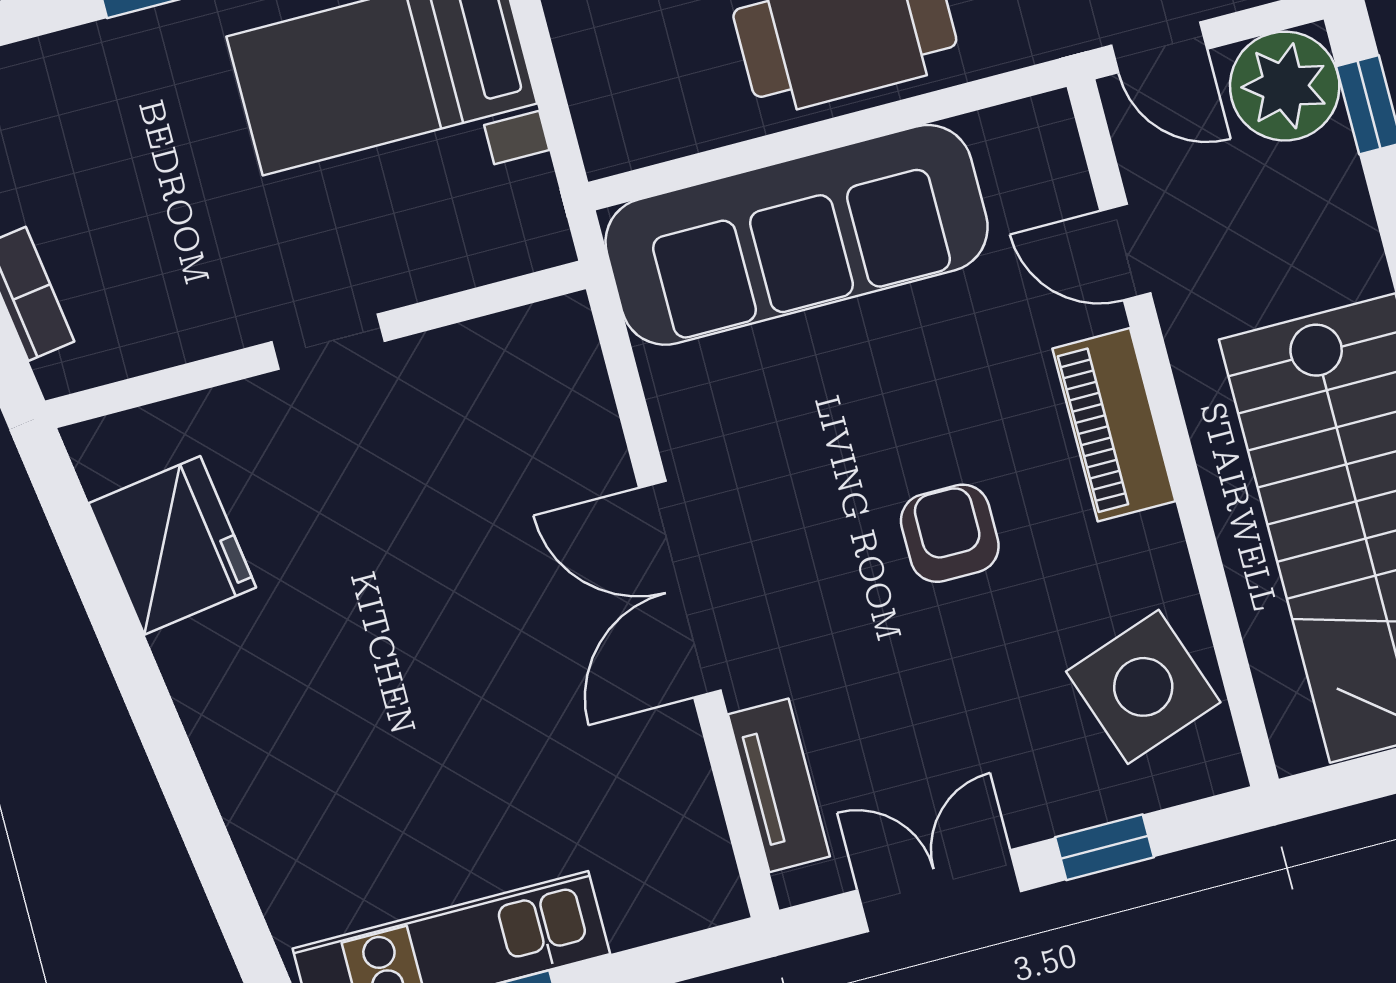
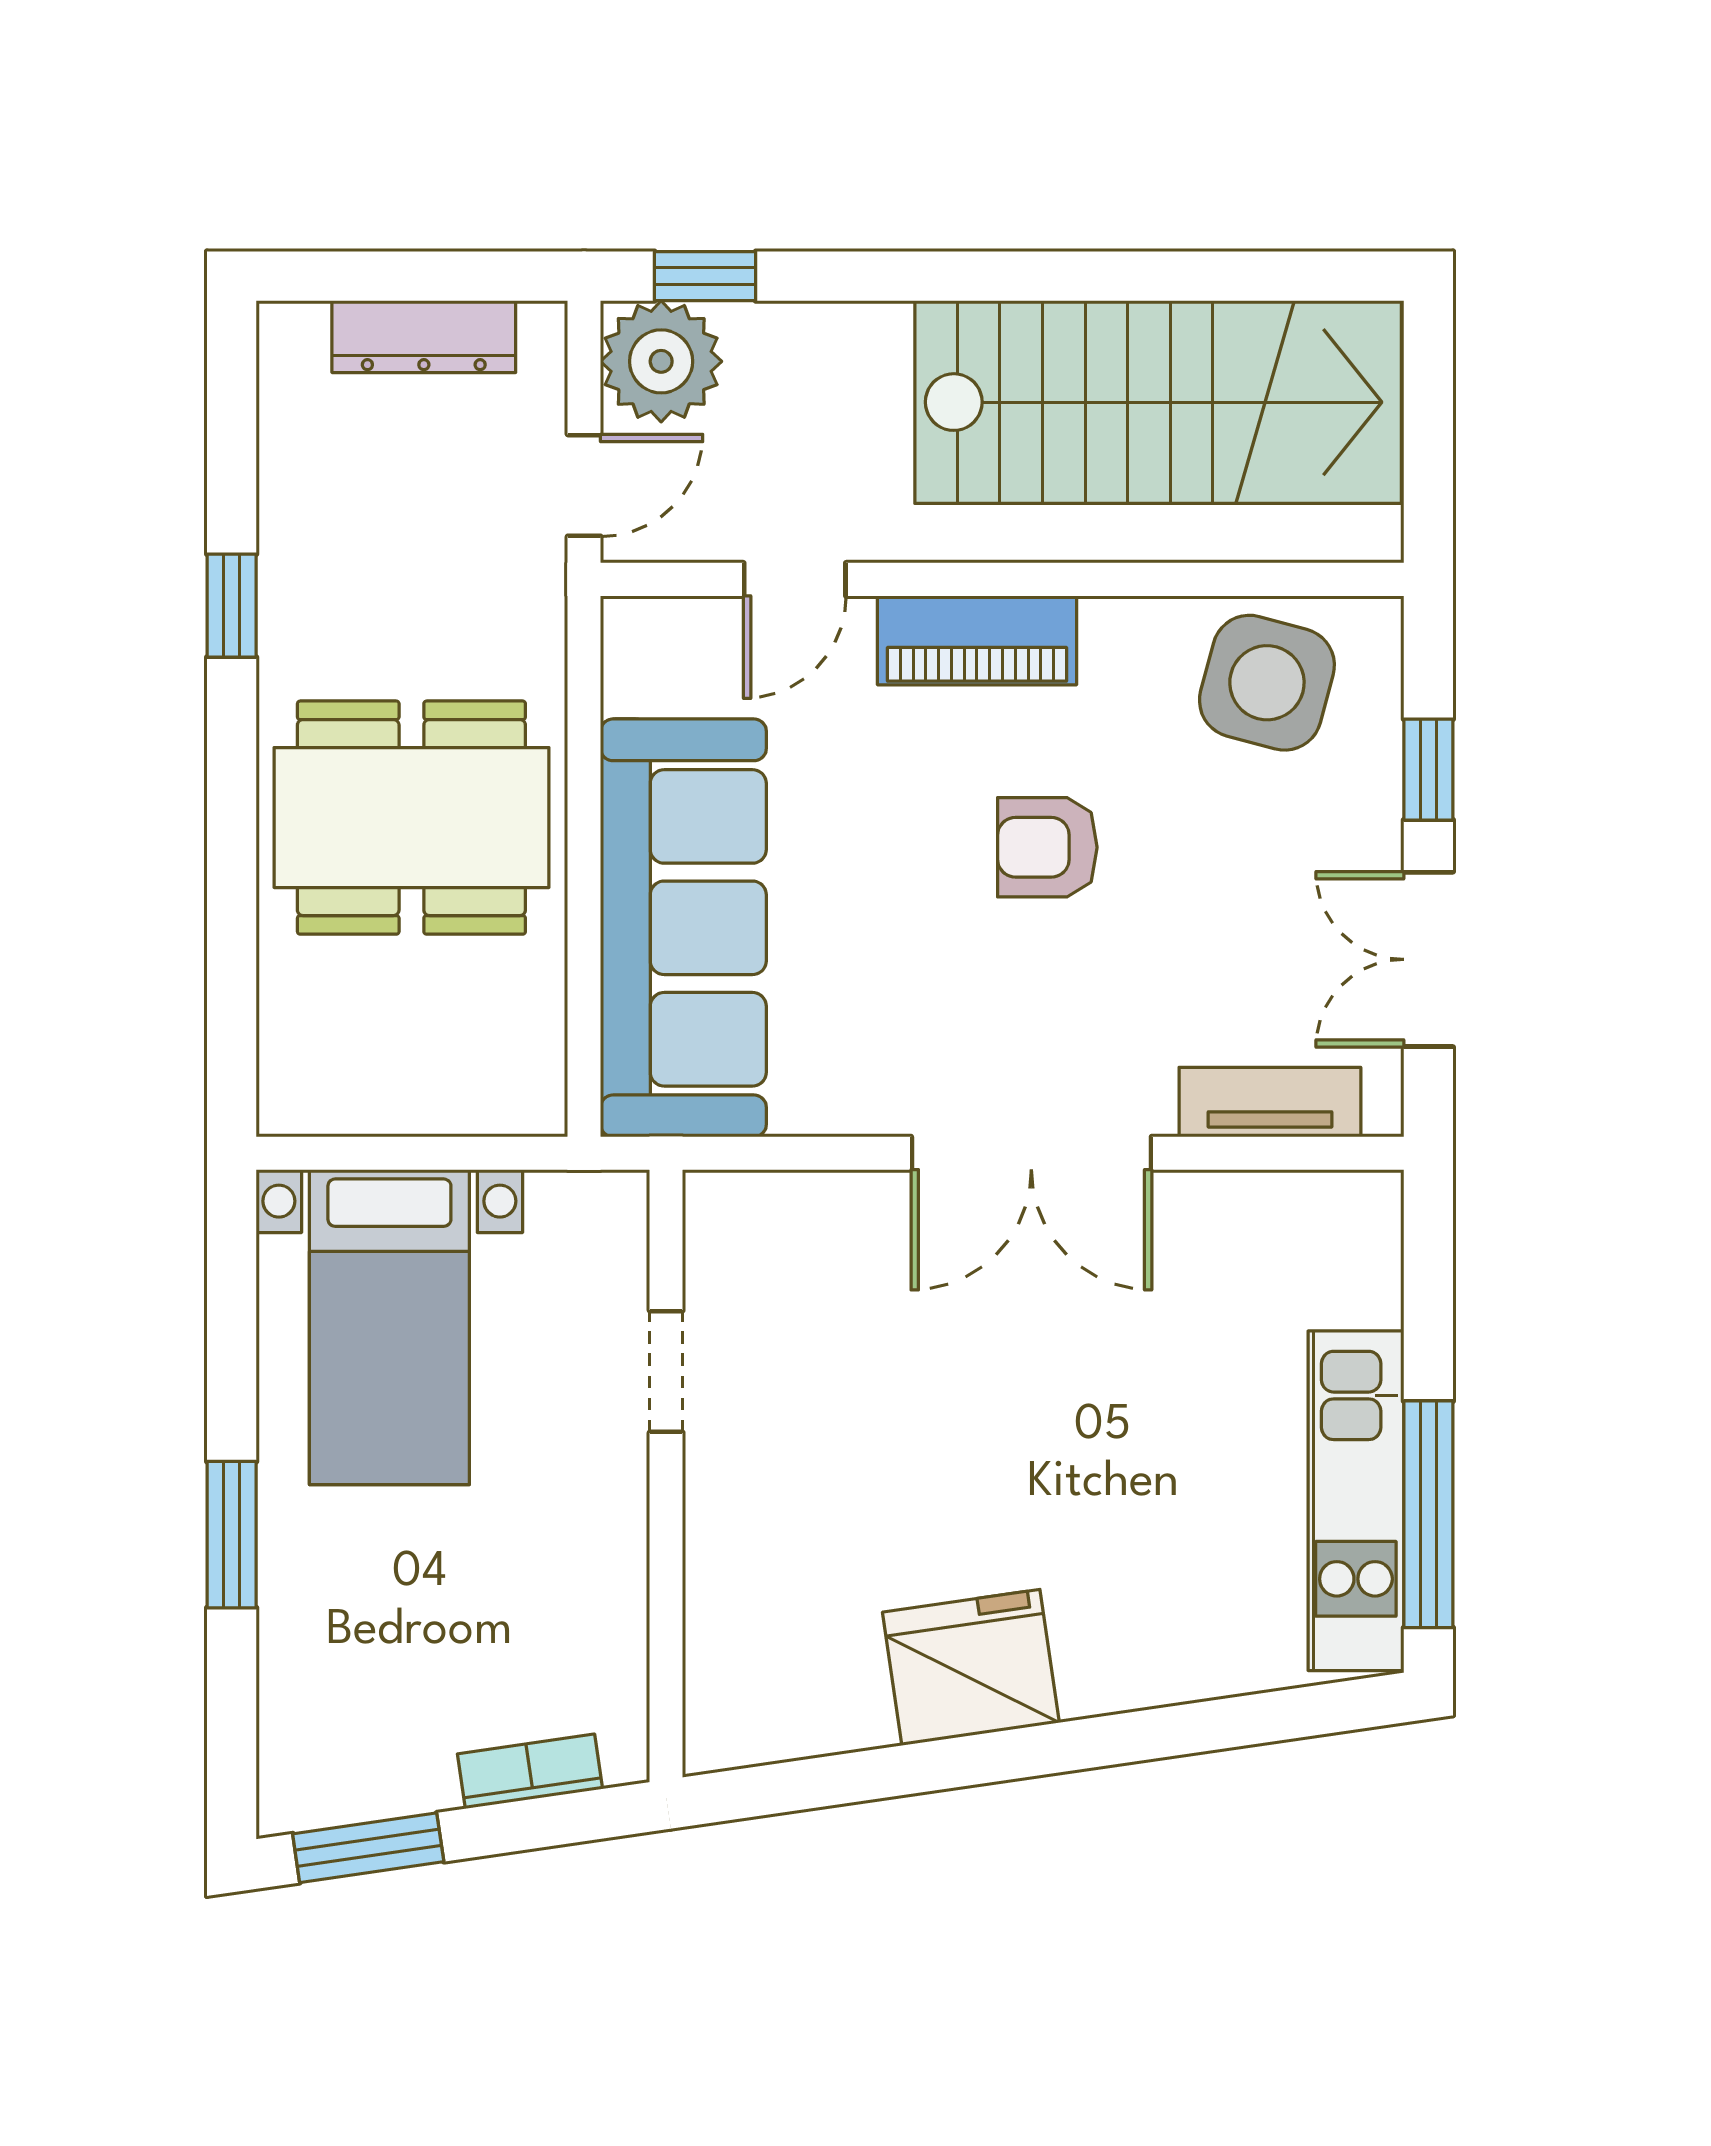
doorway: (328, 342) -> (666, 1371), moved
fridge: (172, 545) -> (971, 1667), moved
side table: (1143, 687) -> (1267, 683), turned 34

